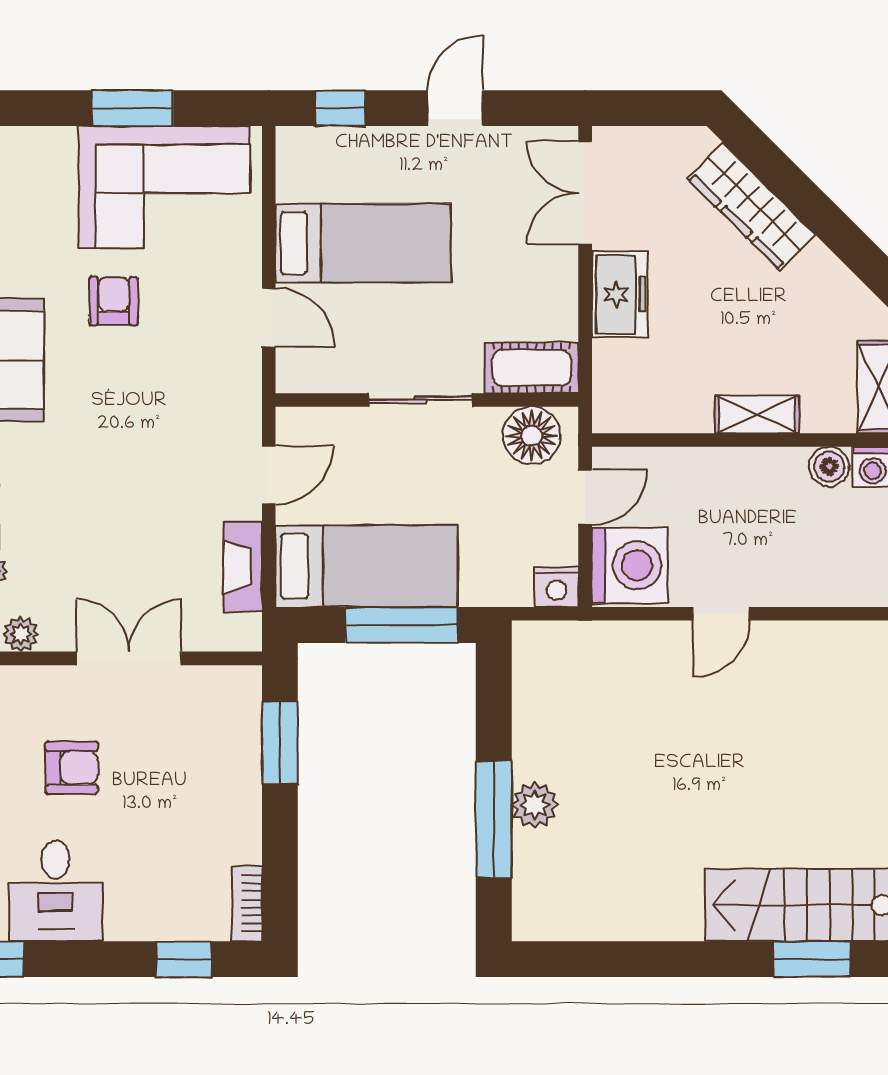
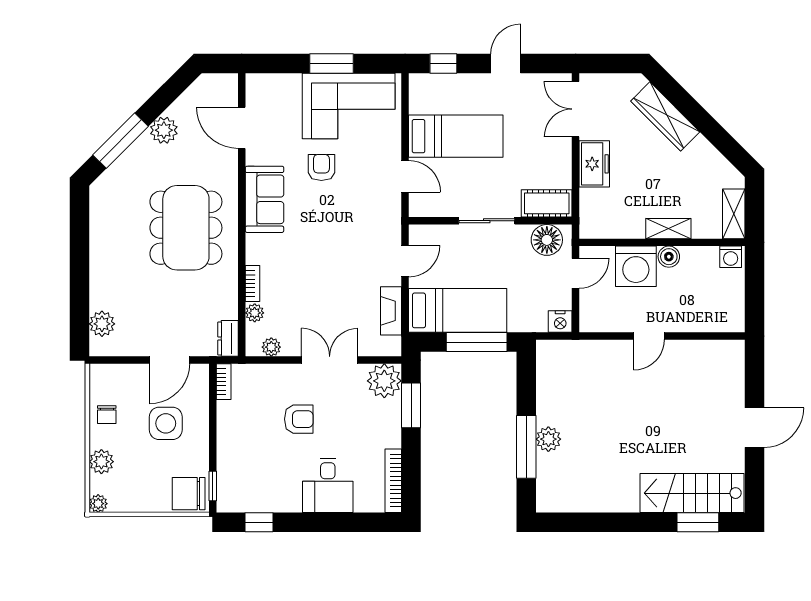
boiler: (829, 467) -> (669, 257), moved
washing machine: (629, 565) -> (636, 266), moved, turned 90
plant: (230, 697) -> (384, 381), added
desk: (55, 891) -> (328, 485), moved
bookcase: (247, 903) -> (393, 481), width x1.56
window: (184, 959) -> (359, 522), removed

